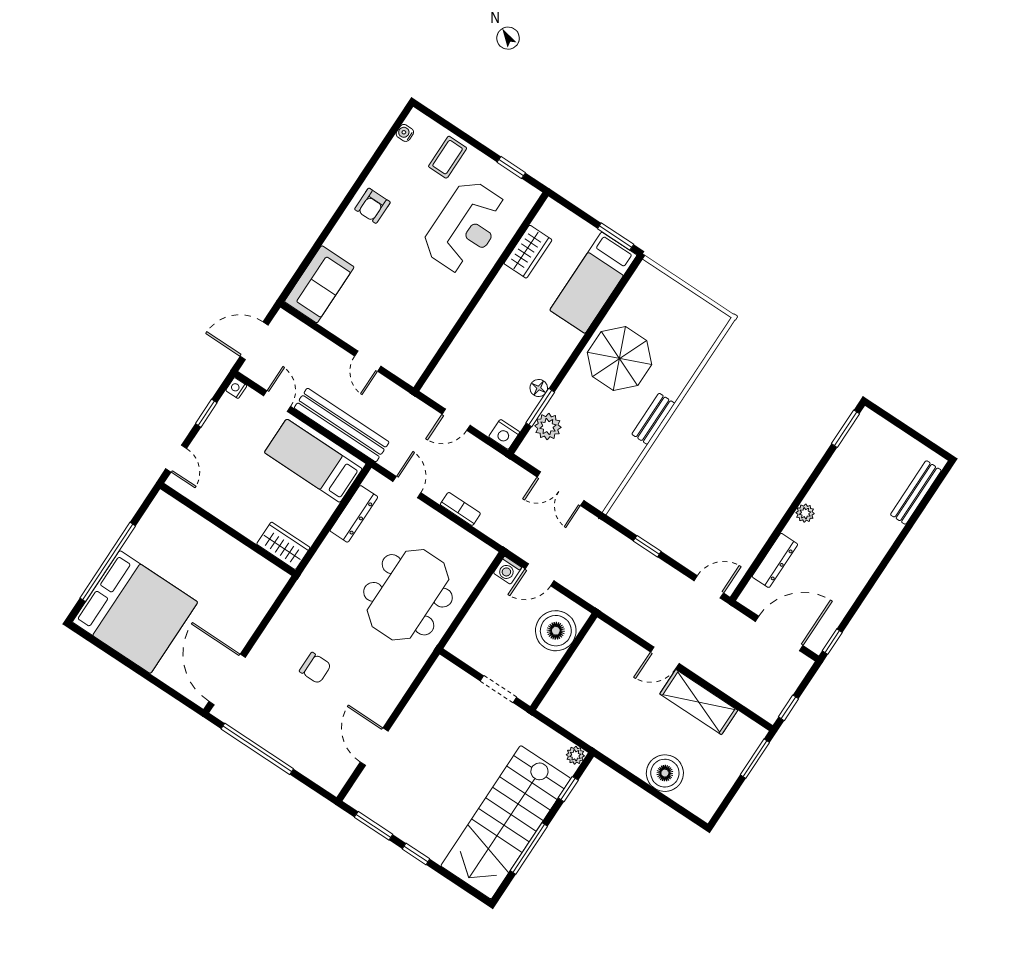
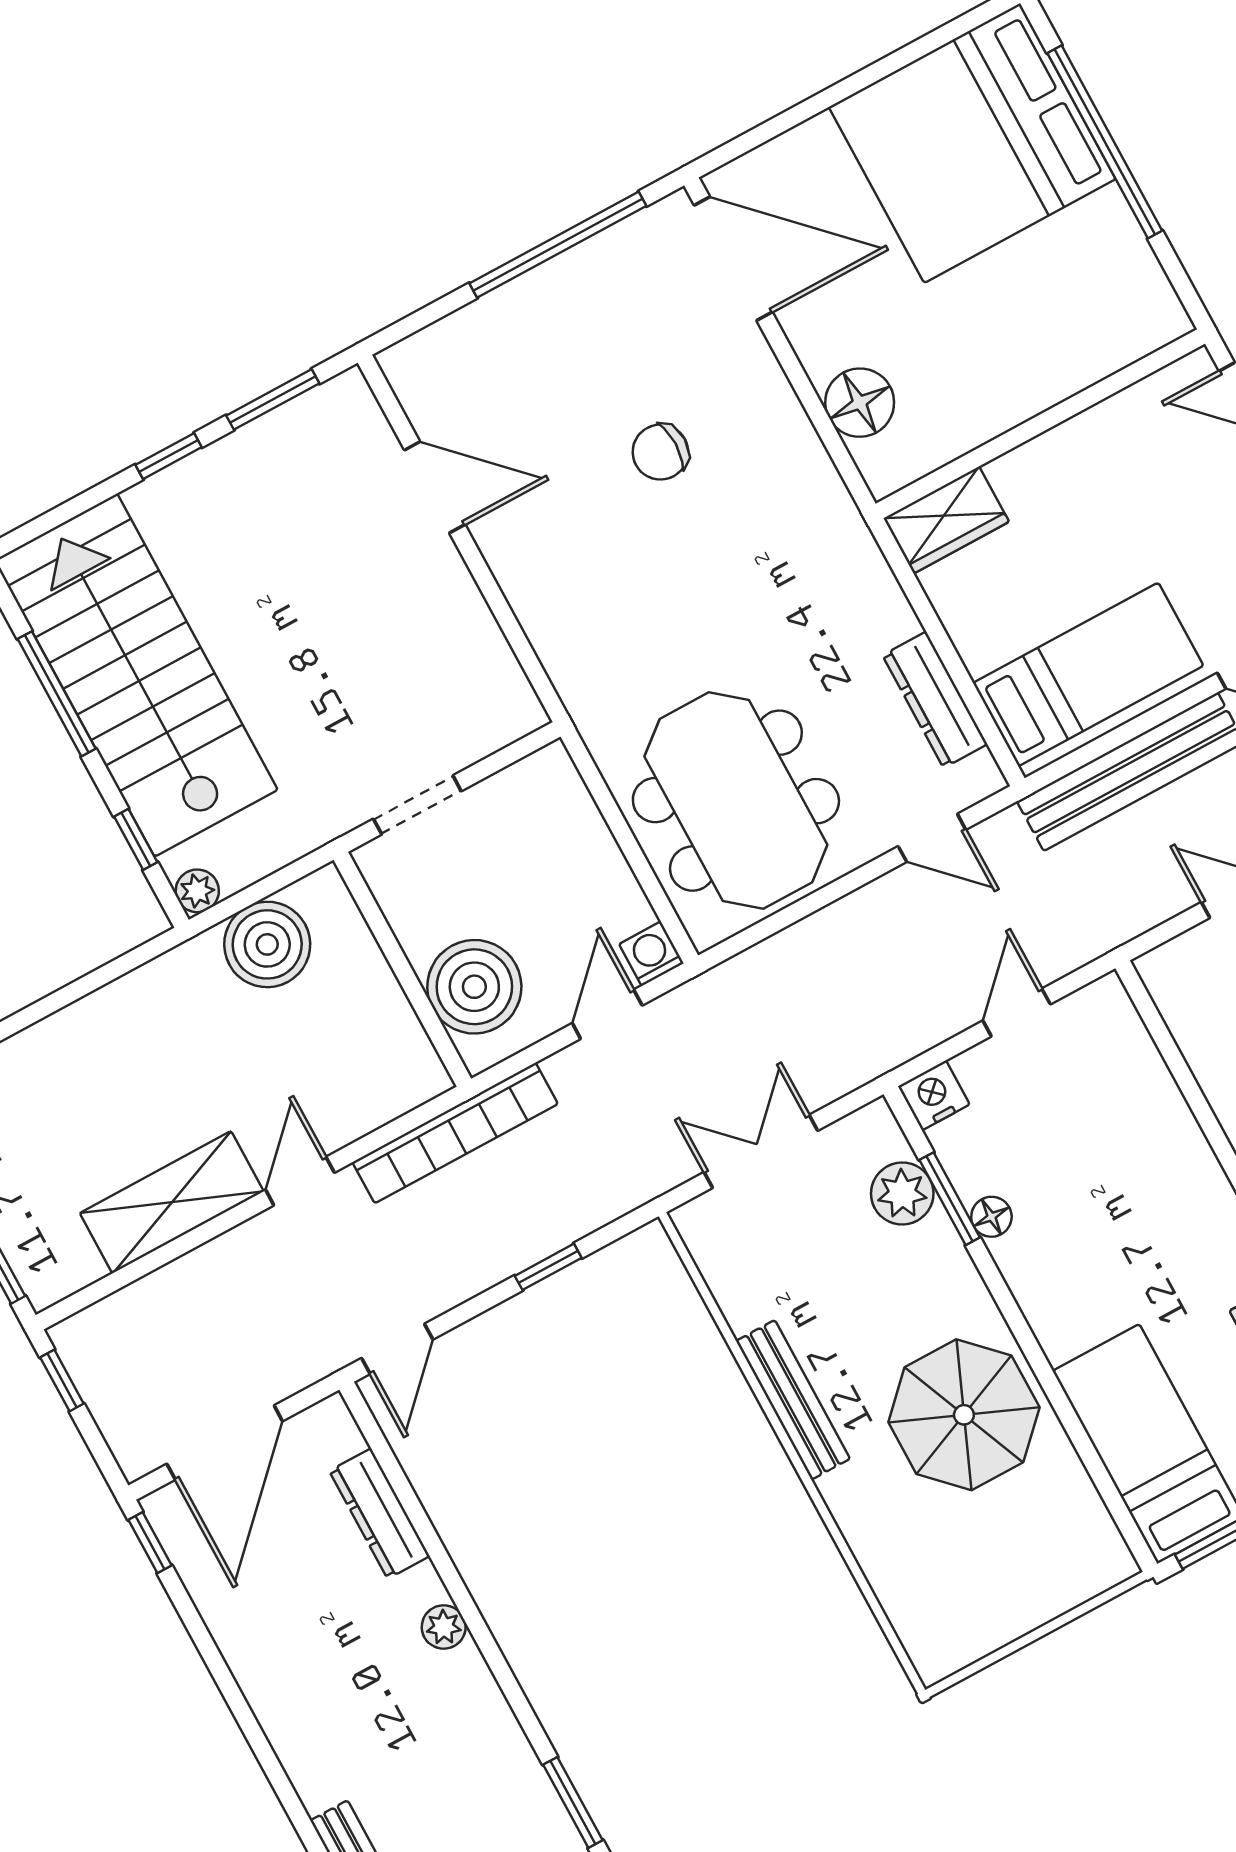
bench: (653, 419) -> (793, 1400), width x1.36
bookcase: (460, 509) -> (455, 1133), moved, width x2.31, depth x1.31
meeting table: (408, 595) -> (736, 801), moved
floor lamp: (256, 602) -> (860, 403), added
boiler: (665, 773) -> (267, 944), moved

